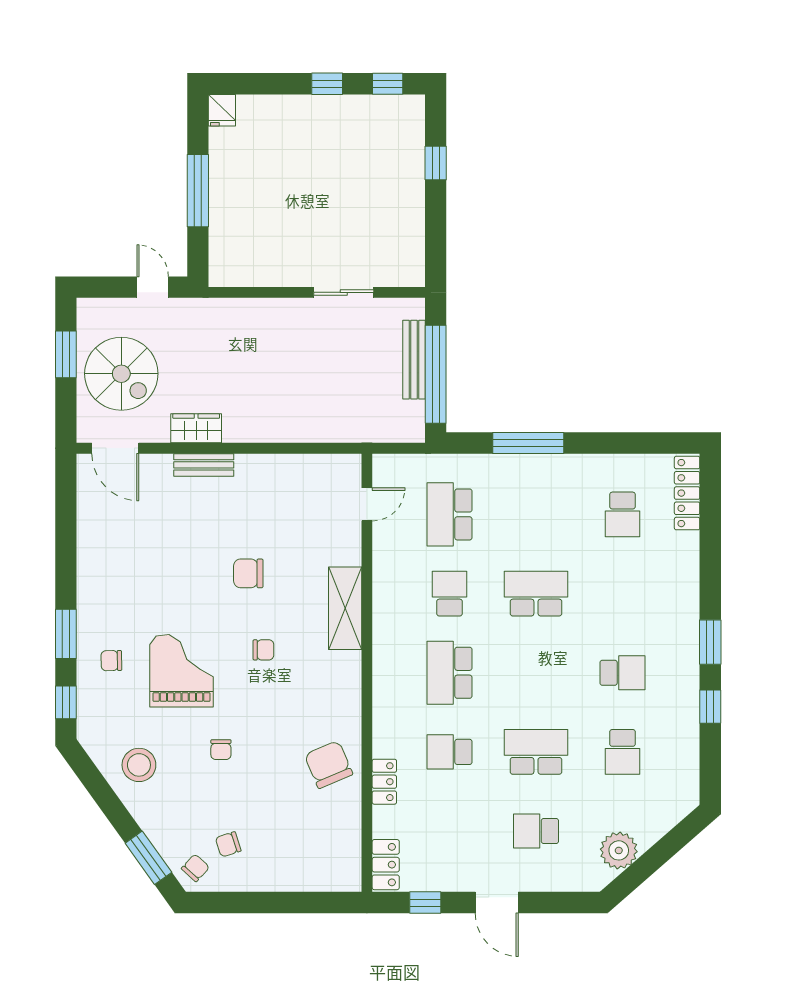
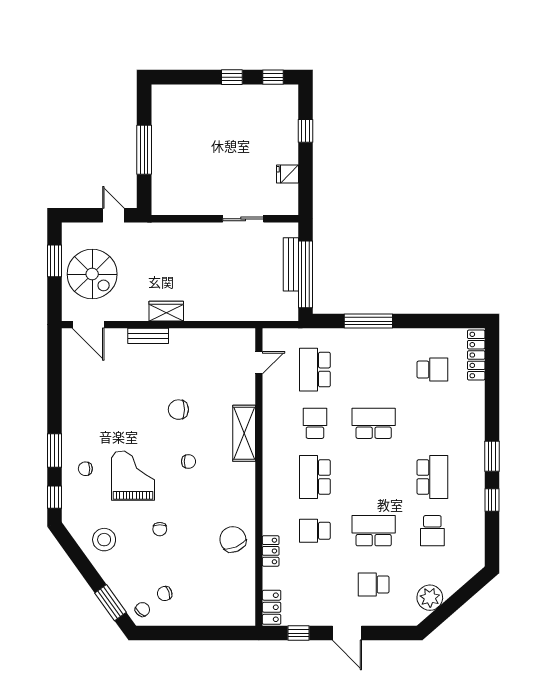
fridge: (222, 110) -> (287, 174), moved, turned 90
wardrobe: (196, 428) -> (166, 311), moved
school desk: (622, 514) -> (432, 370), turned -90
school desk: (622, 673) -> (432, 477), width x1.85

